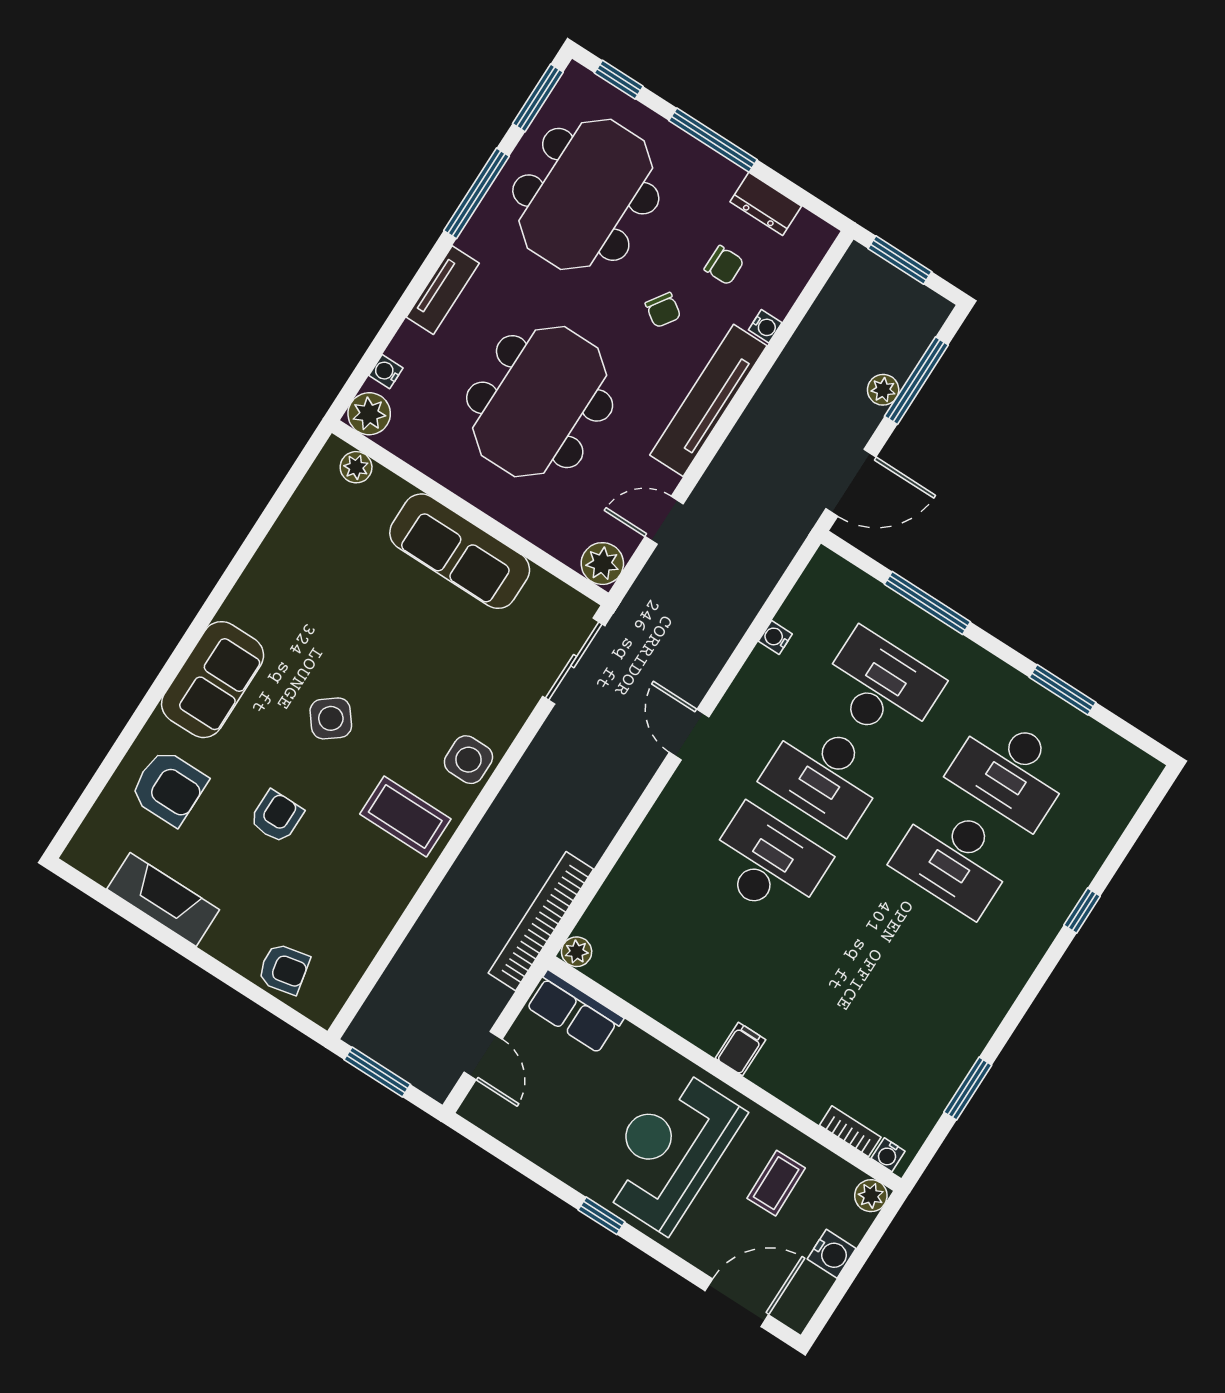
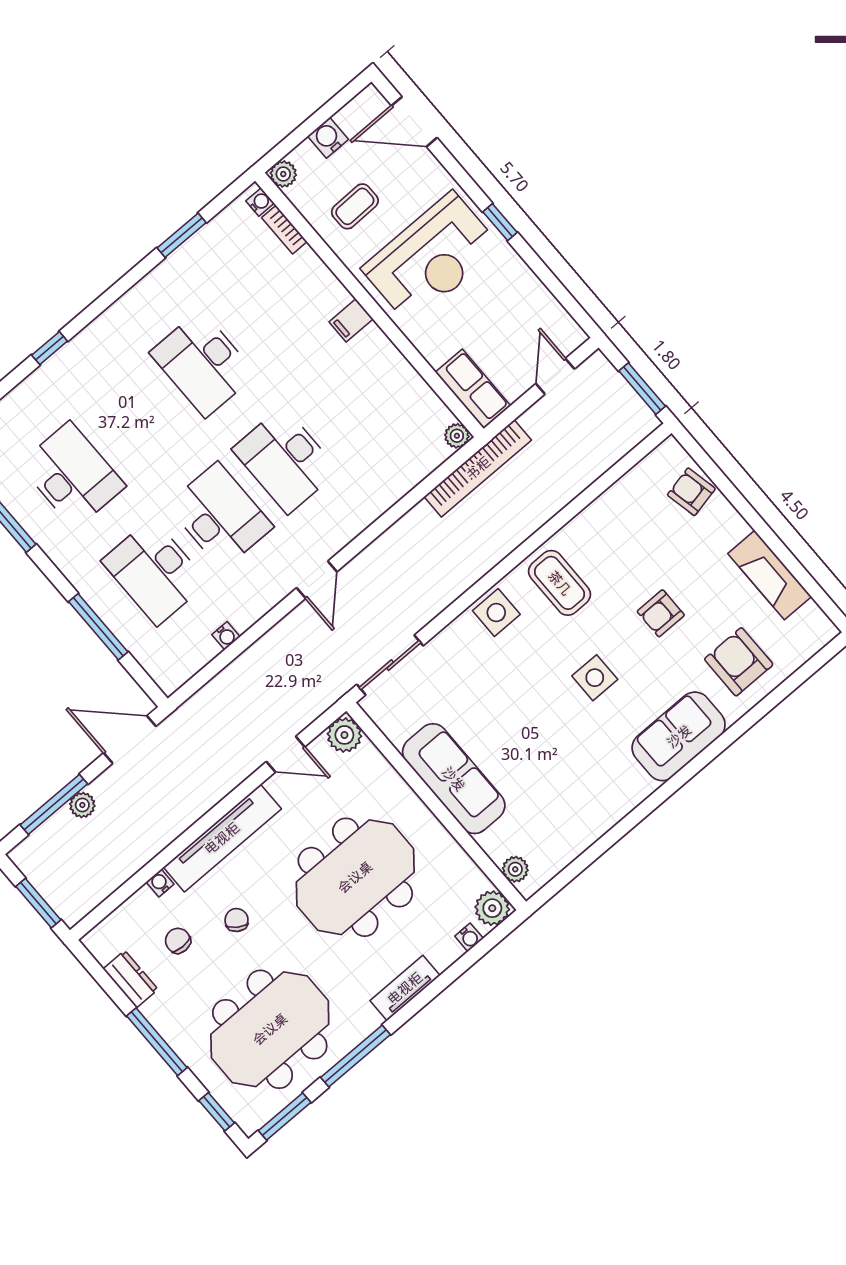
side table: (331, 718) -> (595, 678), turned 38
desk: (954, 859) -> (203, 364), moved, turned 180

